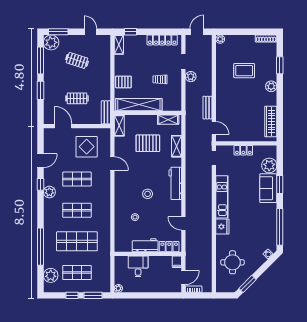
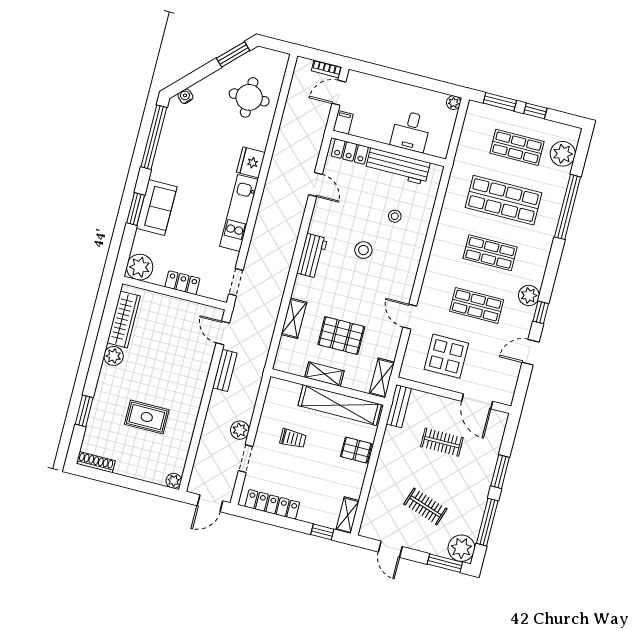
plant: (271, 86) -> (114, 356), moved
shelving: (168, 120) -> (324, 374), moved
plant: (269, 165) -> (140, 267), moved
workbench: (175, 183) -> (312, 256), width x0.73
workbench: (145, 245) -> (398, 166), width x1.38

